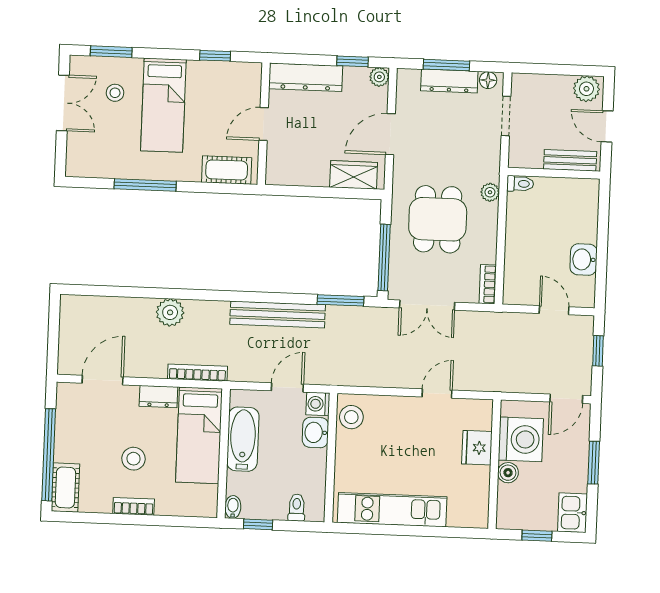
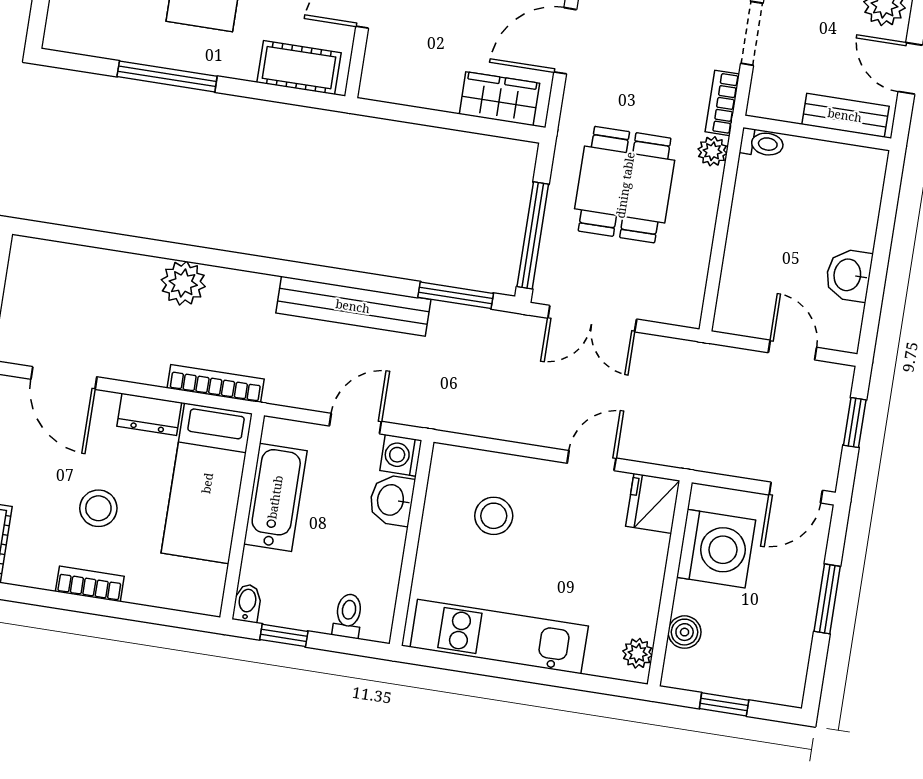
bookcase: (488, 284) -> (722, 103), moved
door: (103, 380) -> (64, 378), swing flipped
stool: (351, 417) -> (494, 516), moved
fridge: (477, 448) -> (653, 503), moved
boiler: (508, 473) -> (685, 632), moved
plant: (479, 510) -> (638, 653), added
kitchen sink: (572, 513) -> (785, 675), removed

